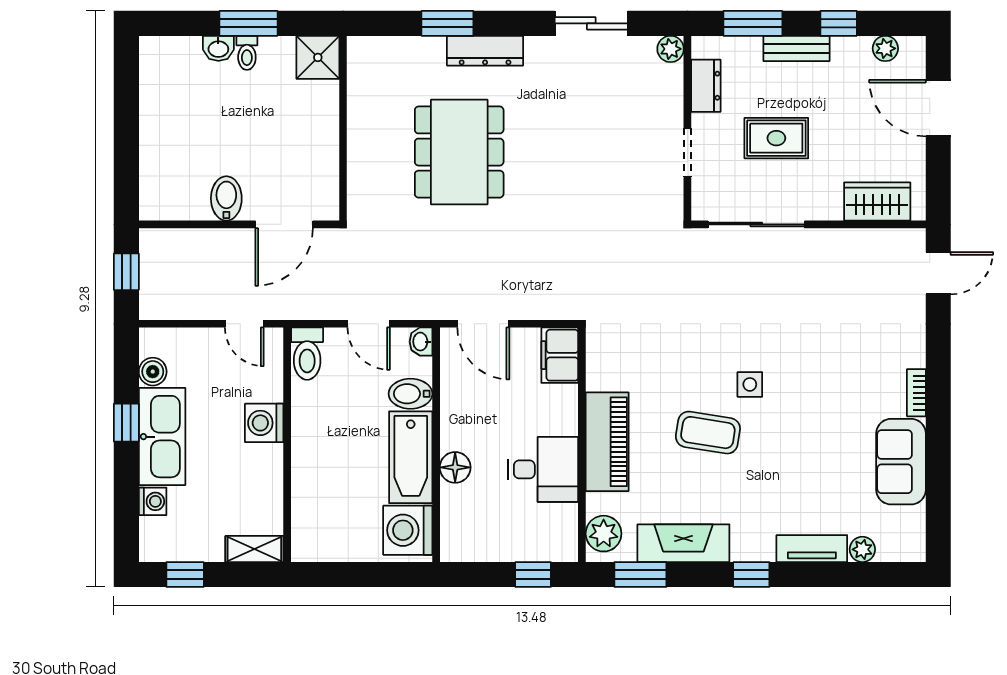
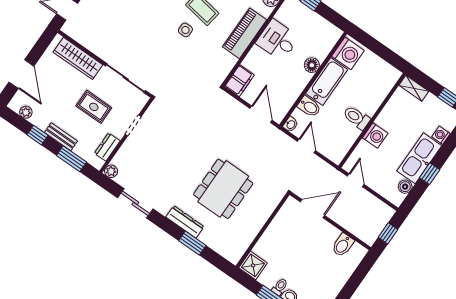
bidet: (226, 198) -> (343, 245), moved
wardrobe: (877, 202) -> (78, 58), width x1.50
toilet: (307, 354) -> (357, 118), moved, turned -90
side table: (750, 384) -> (185, 30), moved

